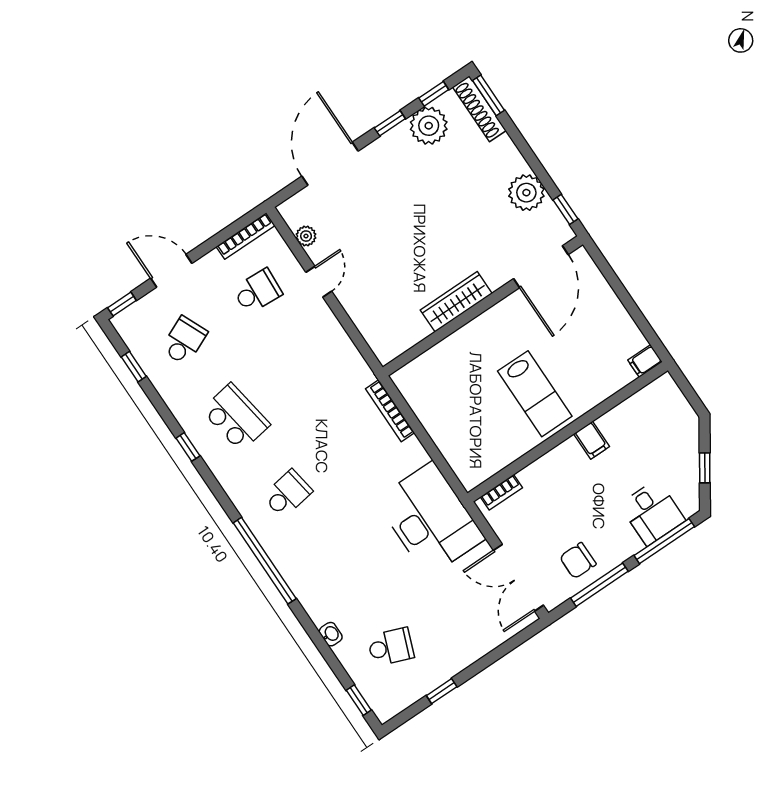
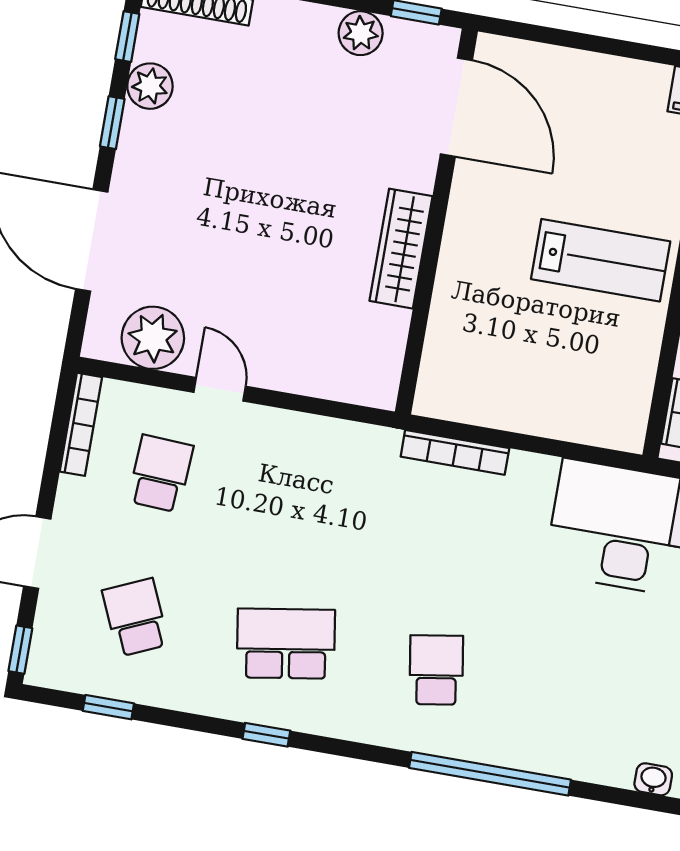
plant: (429, 126) -> (150, 86), width x0.73, depth x0.73
plant: (526, 193) -> (361, 33), width x0.73, depth x0.73
plant: (306, 236) -> (153, 338), width x1.87, depth x1.87

